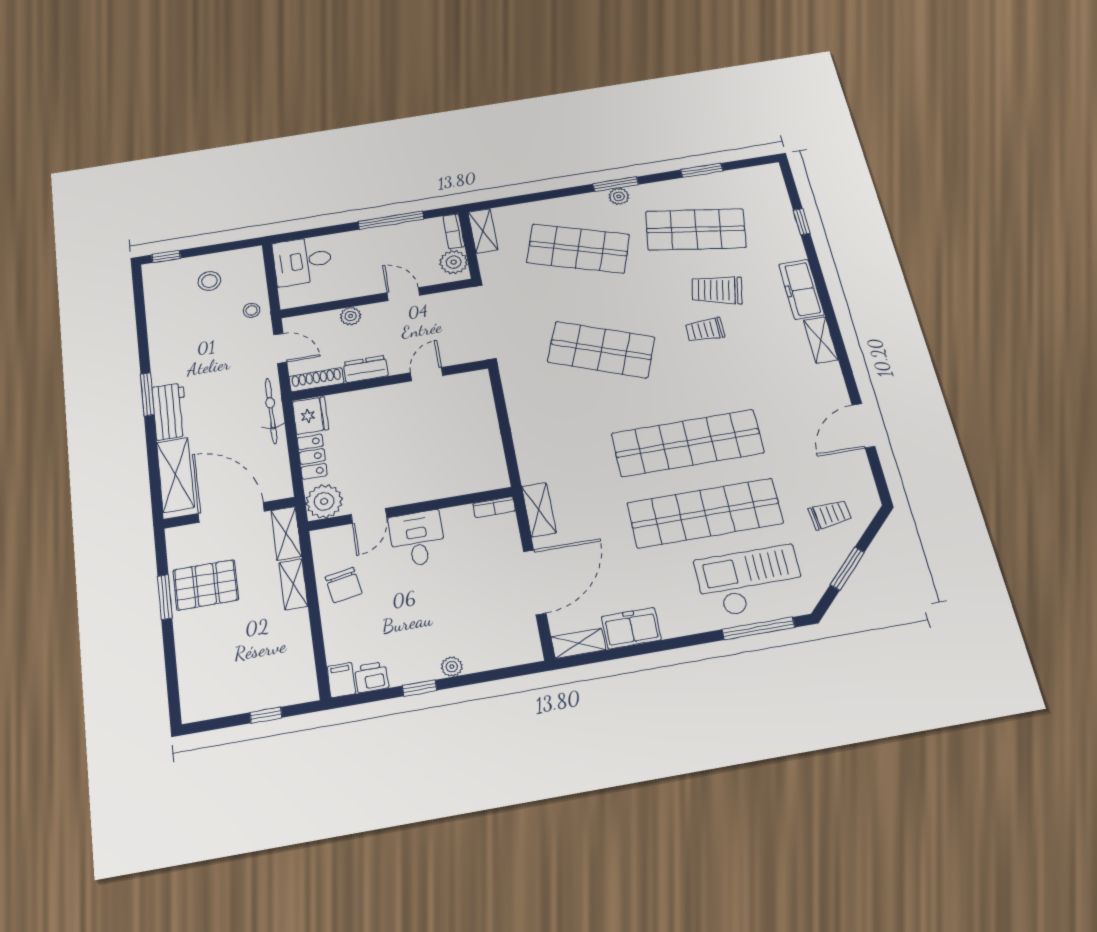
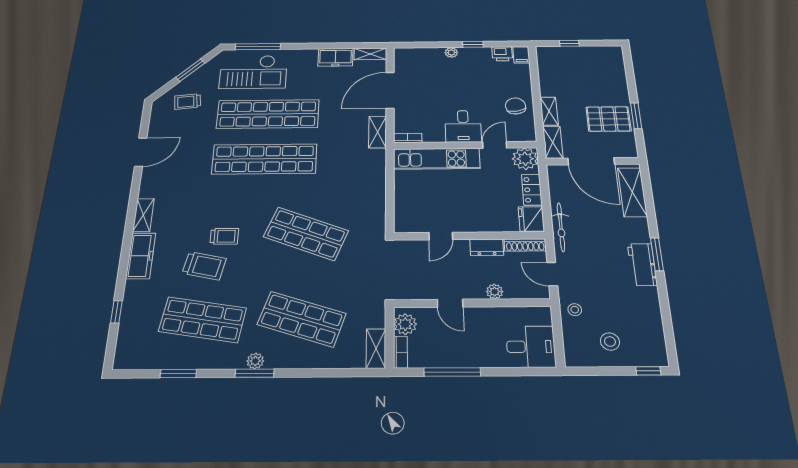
workbench: (170, 411) -> (642, 265), moved
kitchen unit: (448, 482) -> (437, 159), added

